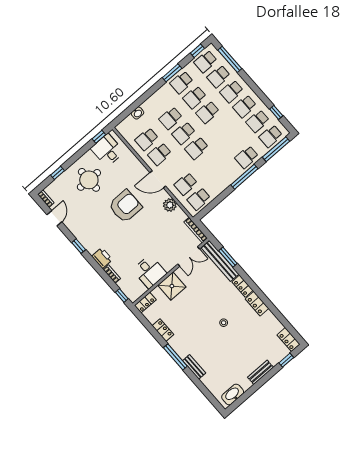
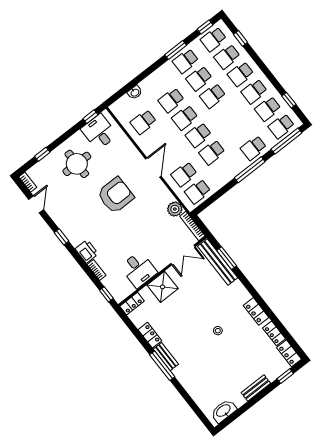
window: (230, 59) -> (241, 38), width x0.46
school desk: (160, 154) -> (212, 152), moved
door: (158, 179) -> (153, 167), swing flipped
plant: (170, 205) -> (175, 209), moved
locker: (243, 286) -> (274, 333), moved
bench: (194, 367) -> (166, 357), moved

